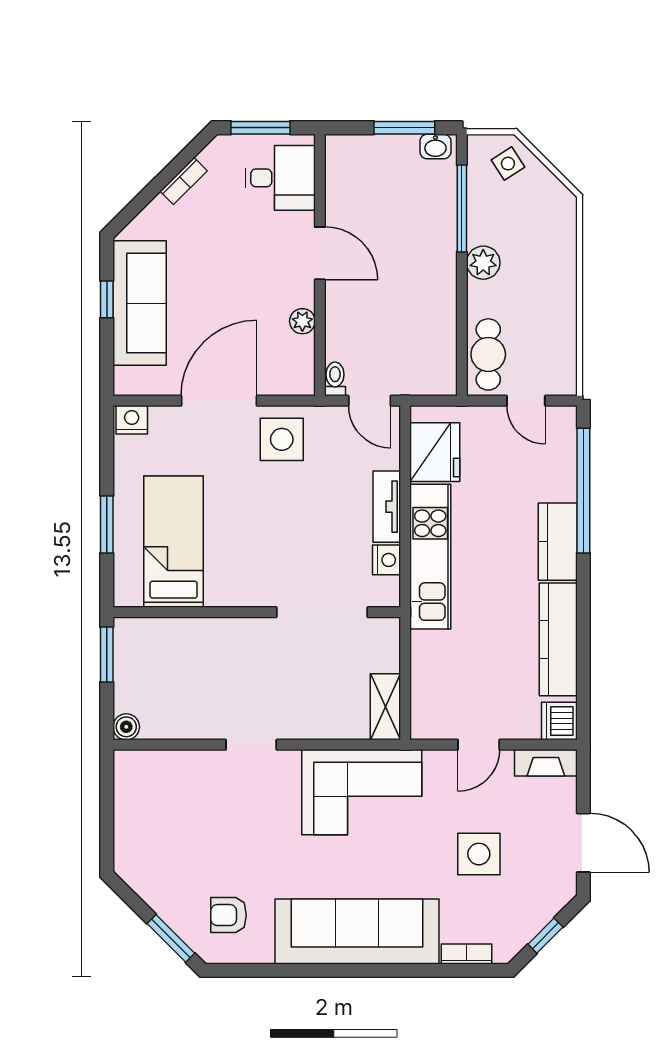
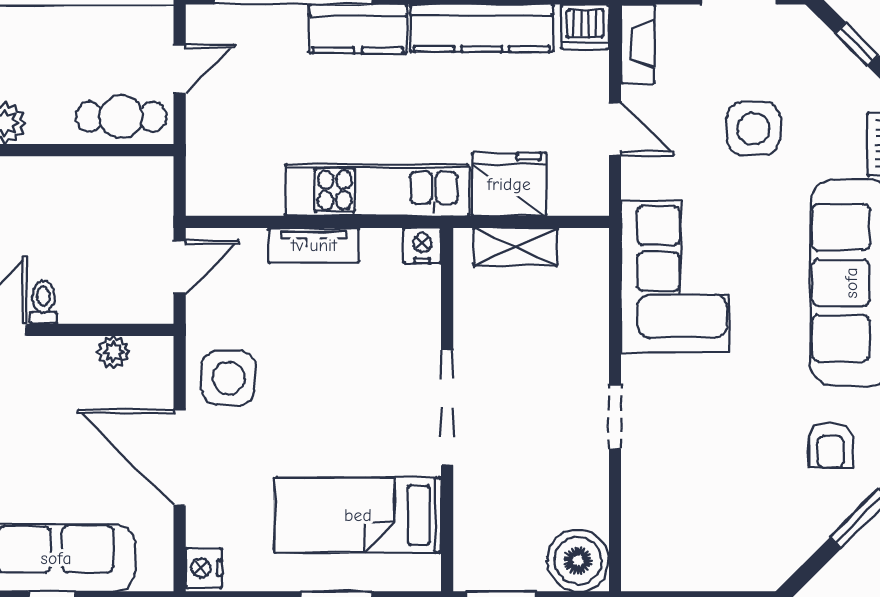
plant: (302, 321) -> (114, 352), moved
toilet: (335, 379) -> (43, 302), moved, turned 90
fridge: (435, 452) -> (509, 184), moved
nightstand: (386, 560) -> (422, 245), moved
doorway: (322, 612) -> (447, 408), moved
shelving: (385, 707) -> (516, 247), moved
boiler: (126, 727) -> (578, 560), width x1.86, depth x1.86

